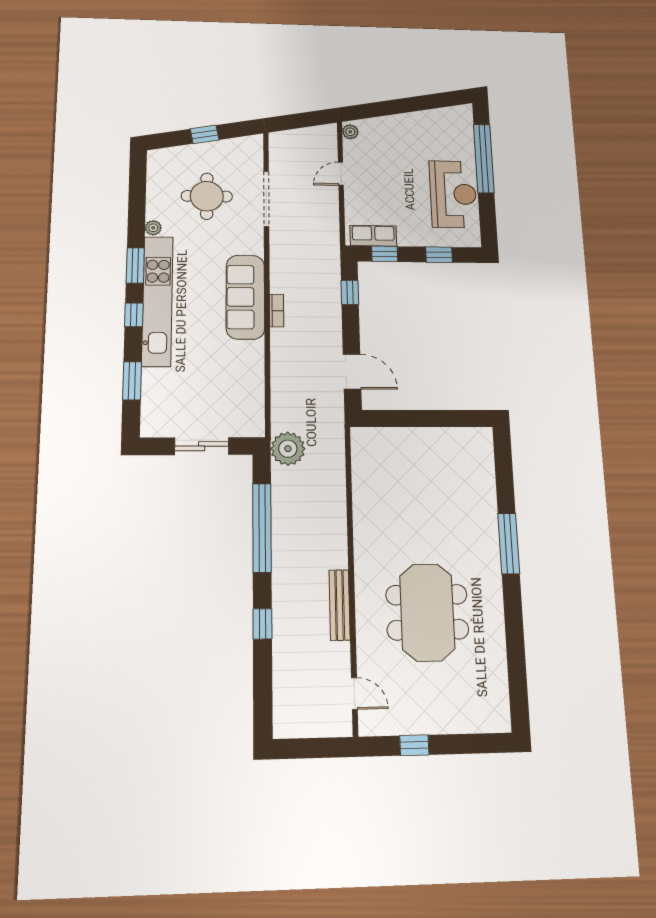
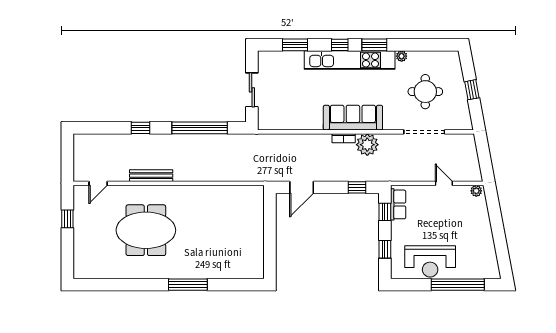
plant: (288, 449) -> (367, 145), moved

